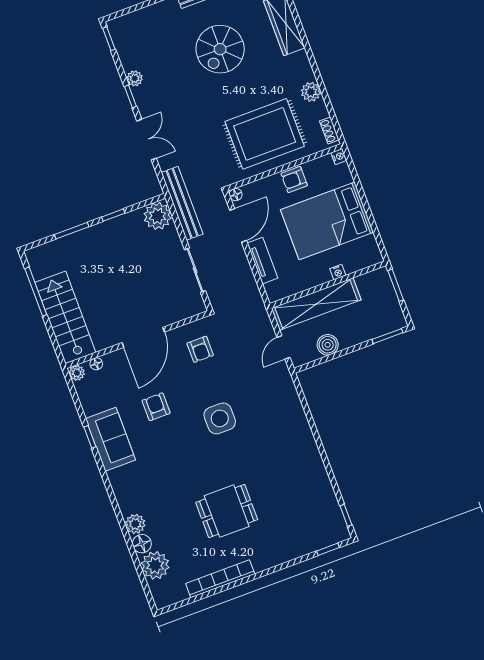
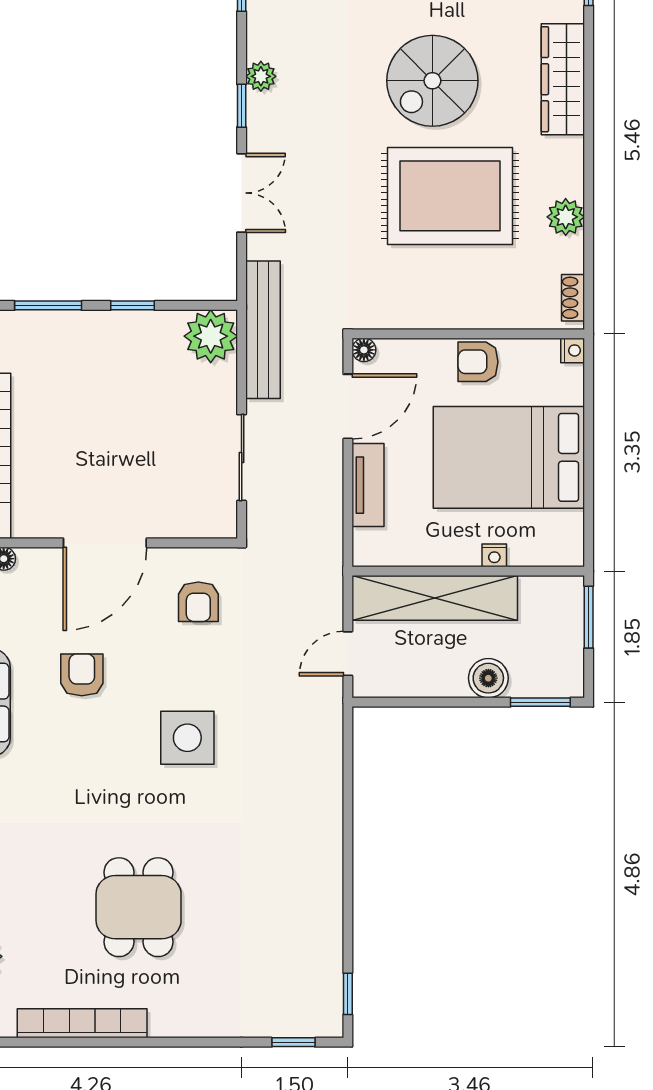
rug: (265, 134) -> (450, 196), moved
boiler: (328, 345) -> (488, 678), moved
dining table: (227, 511) -> (139, 907), turned 90

